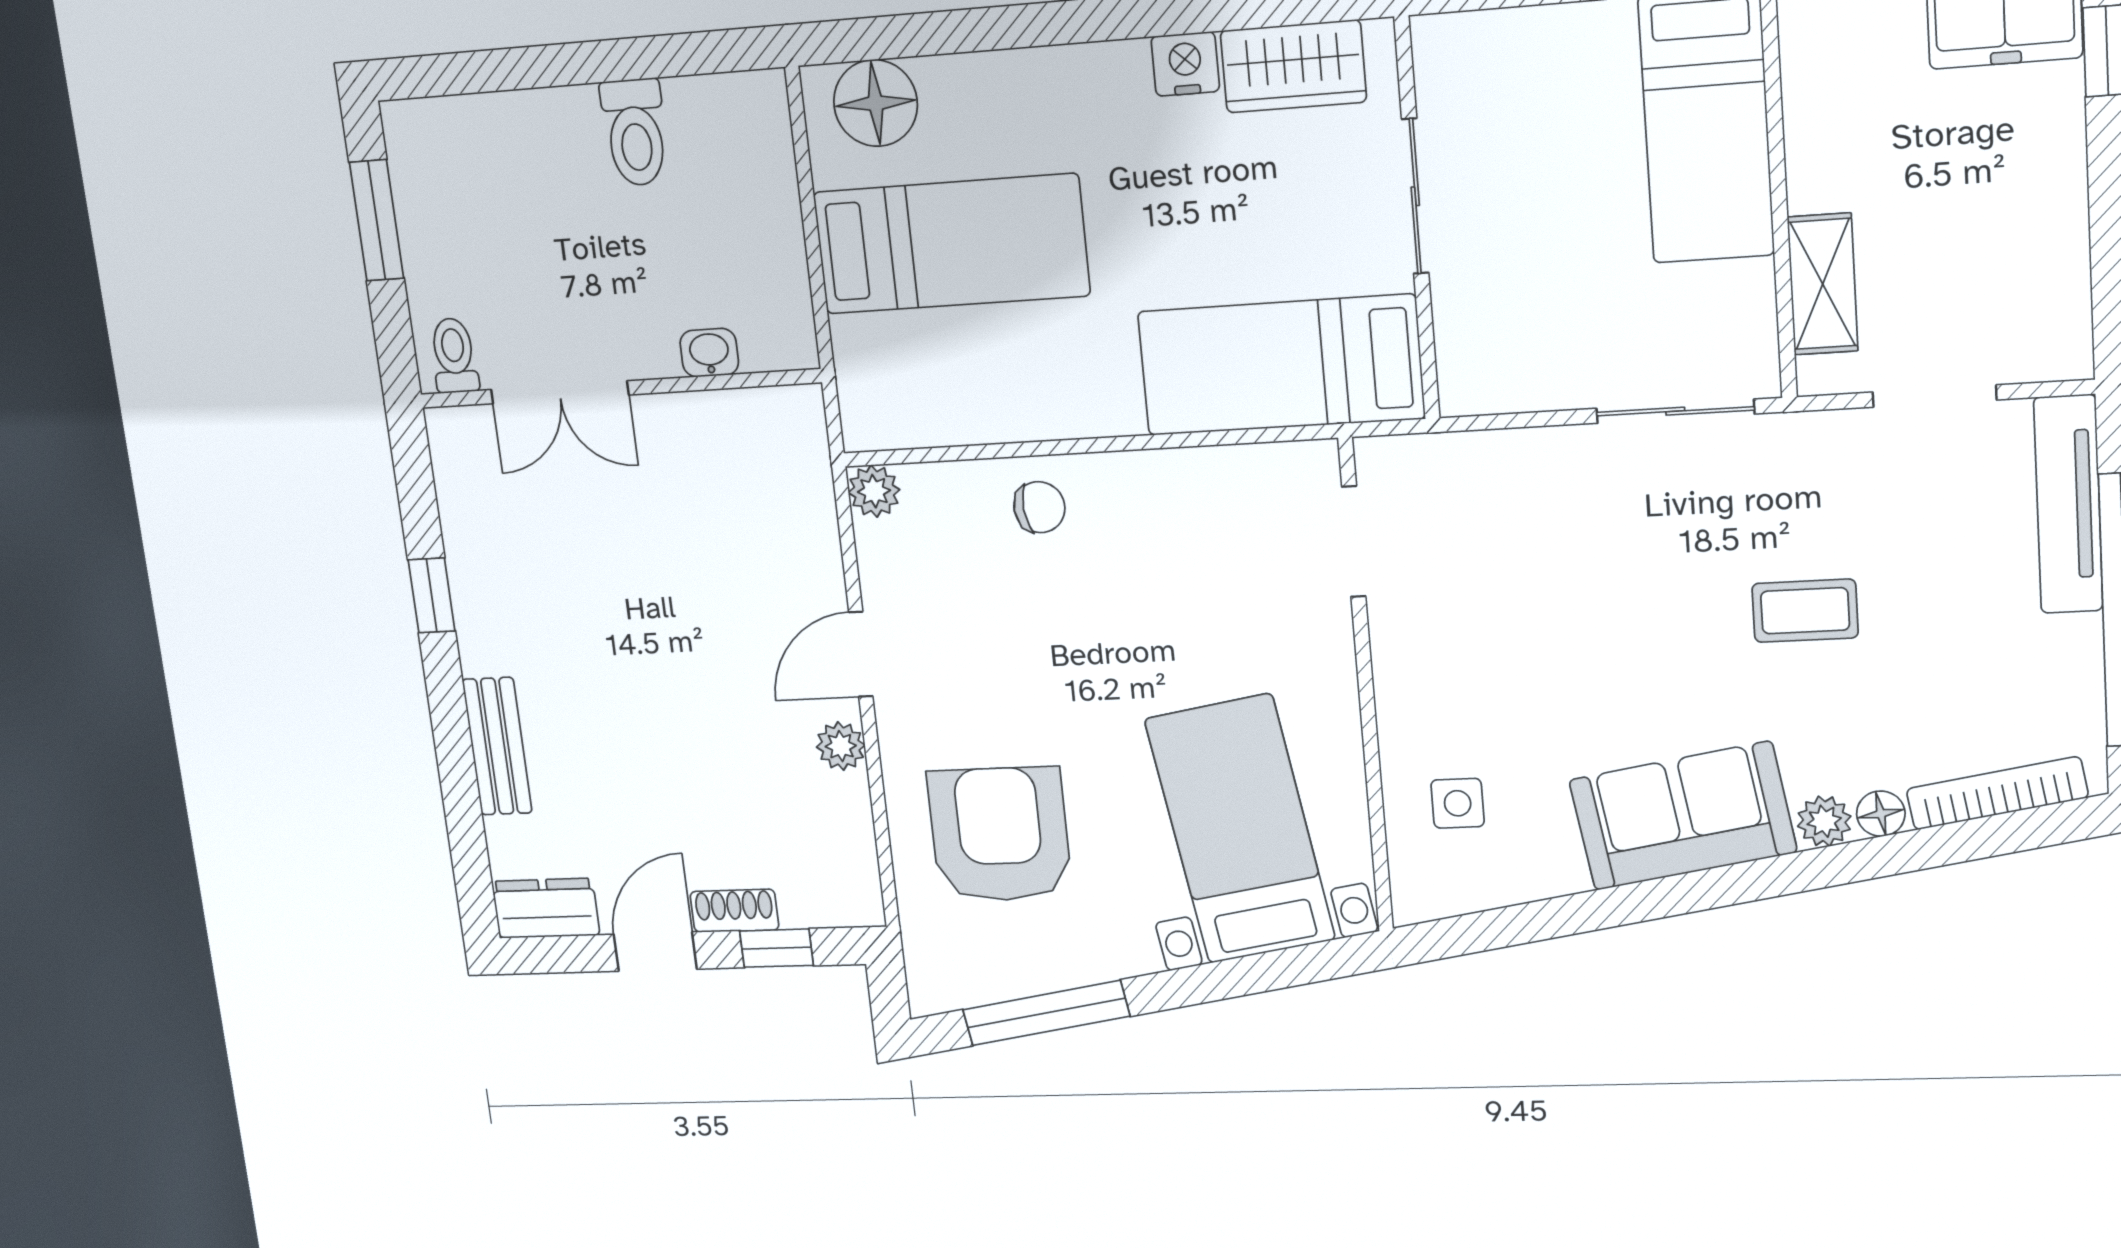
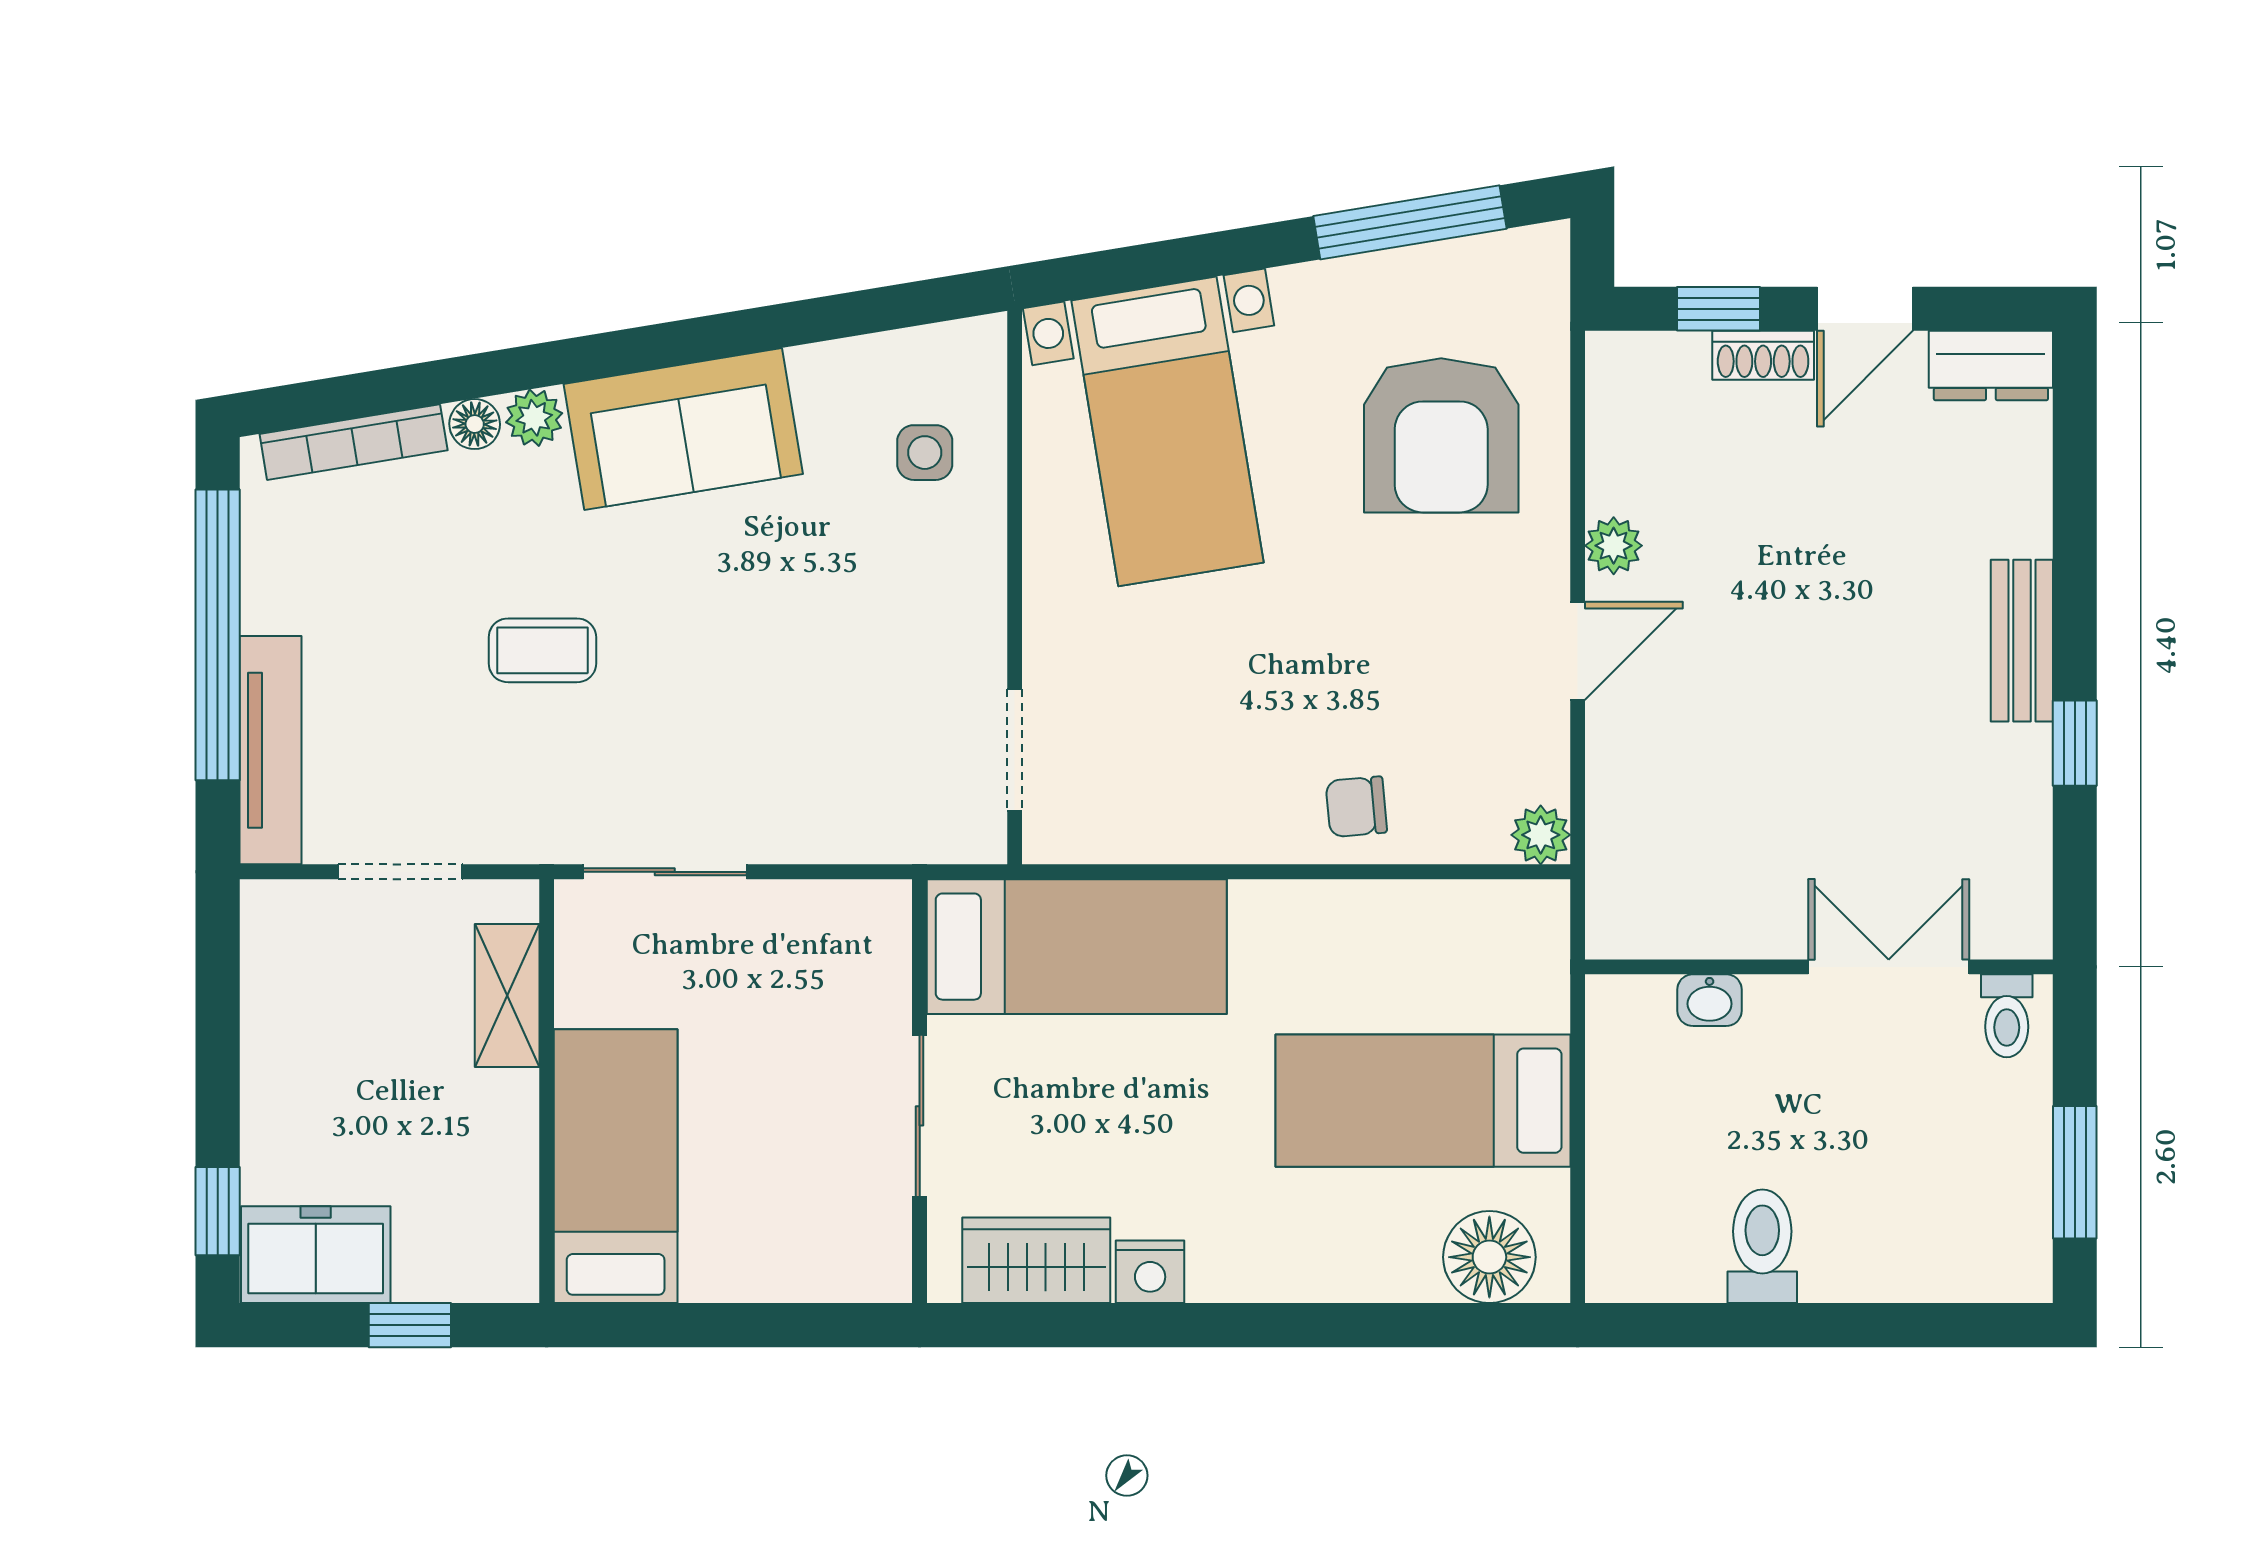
bench: (497, 746) -> (2022, 641), moved

